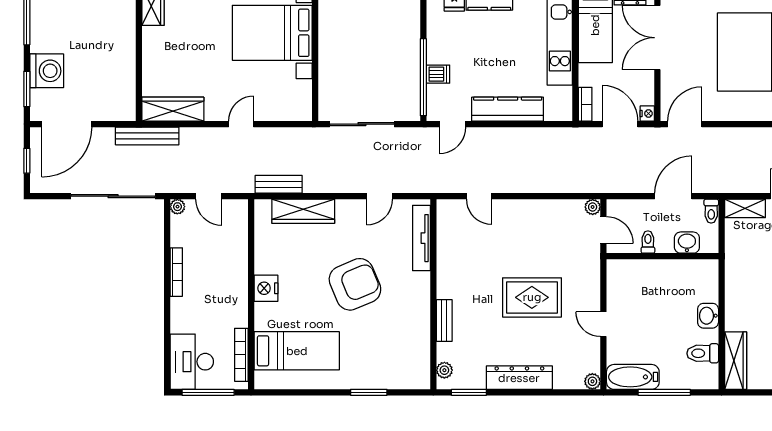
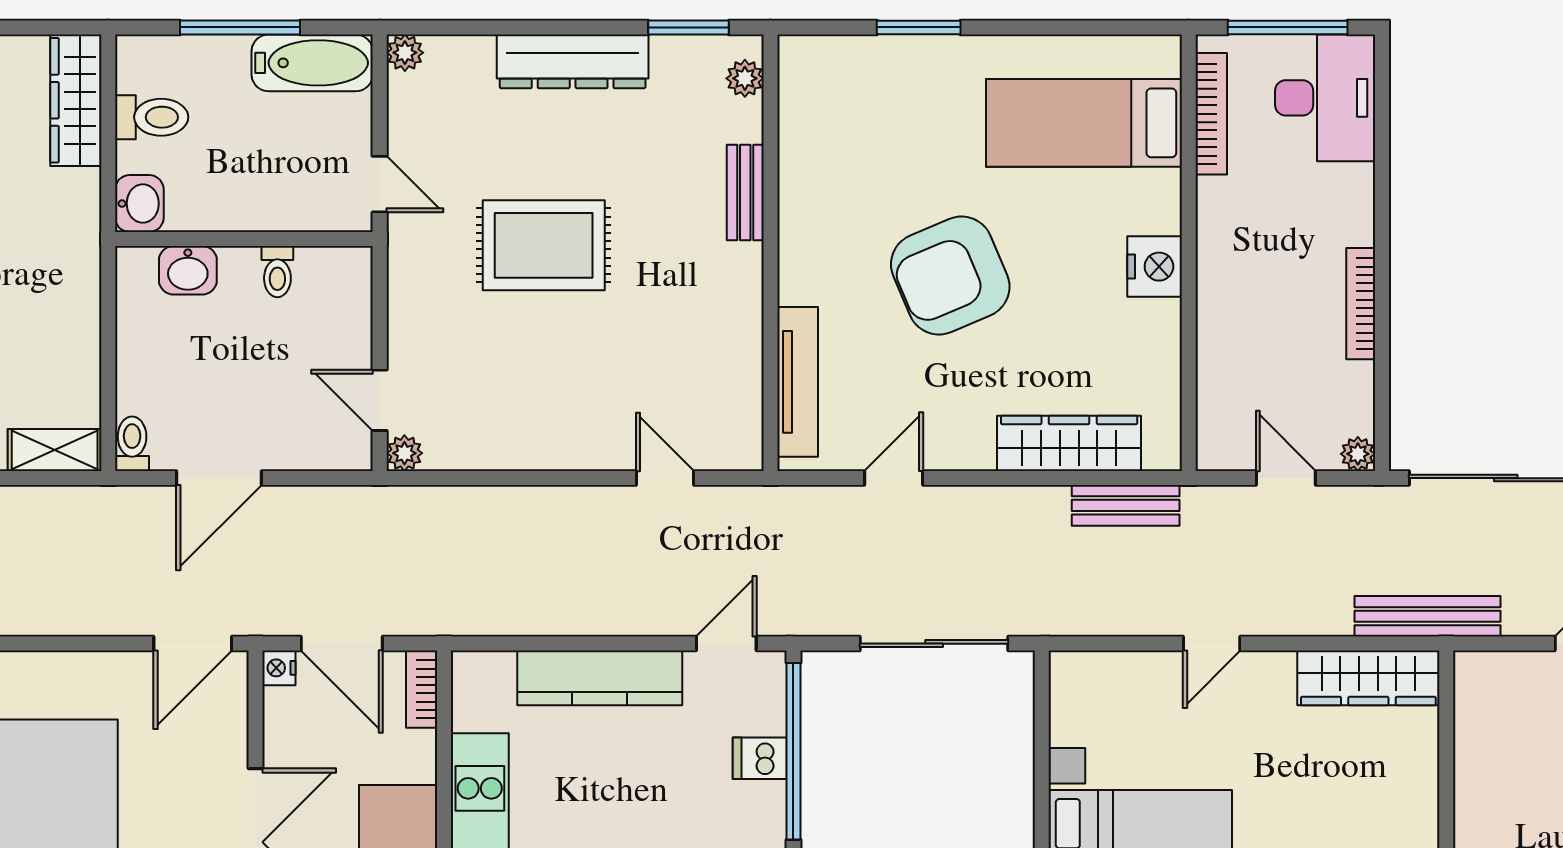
toilet: (648, 242) -> (277, 272), moved
washbasin: (687, 243) -> (188, 270), moved
wall: (662, 256) -> (244, 239), moved

